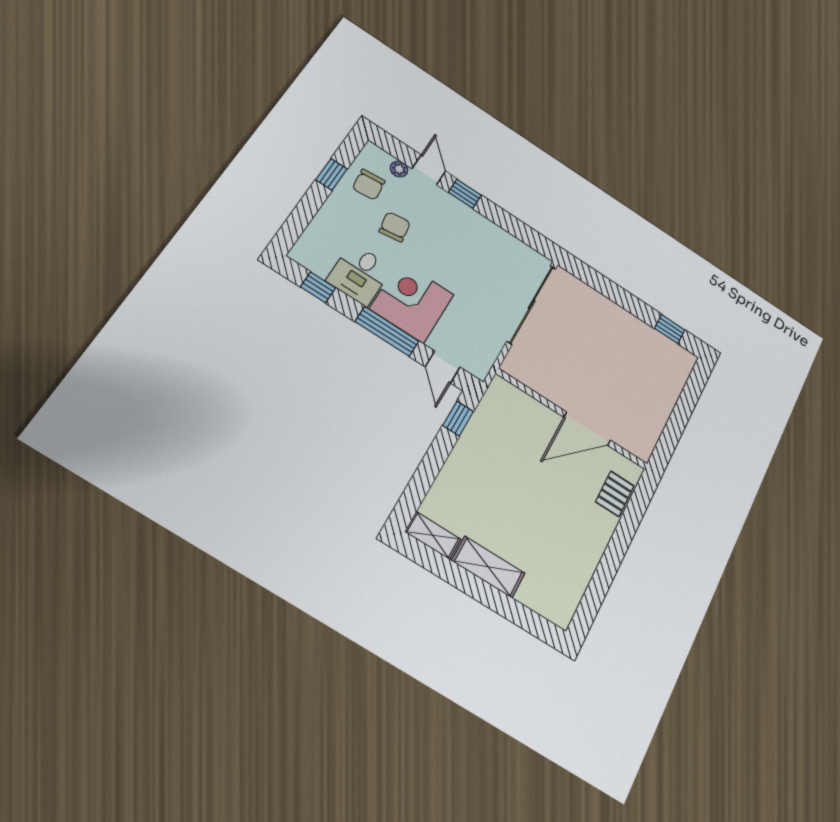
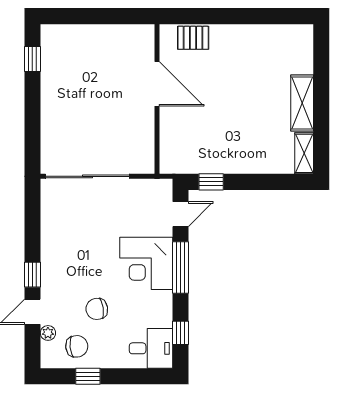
desk: (359, 274) -> (151, 348), moved

